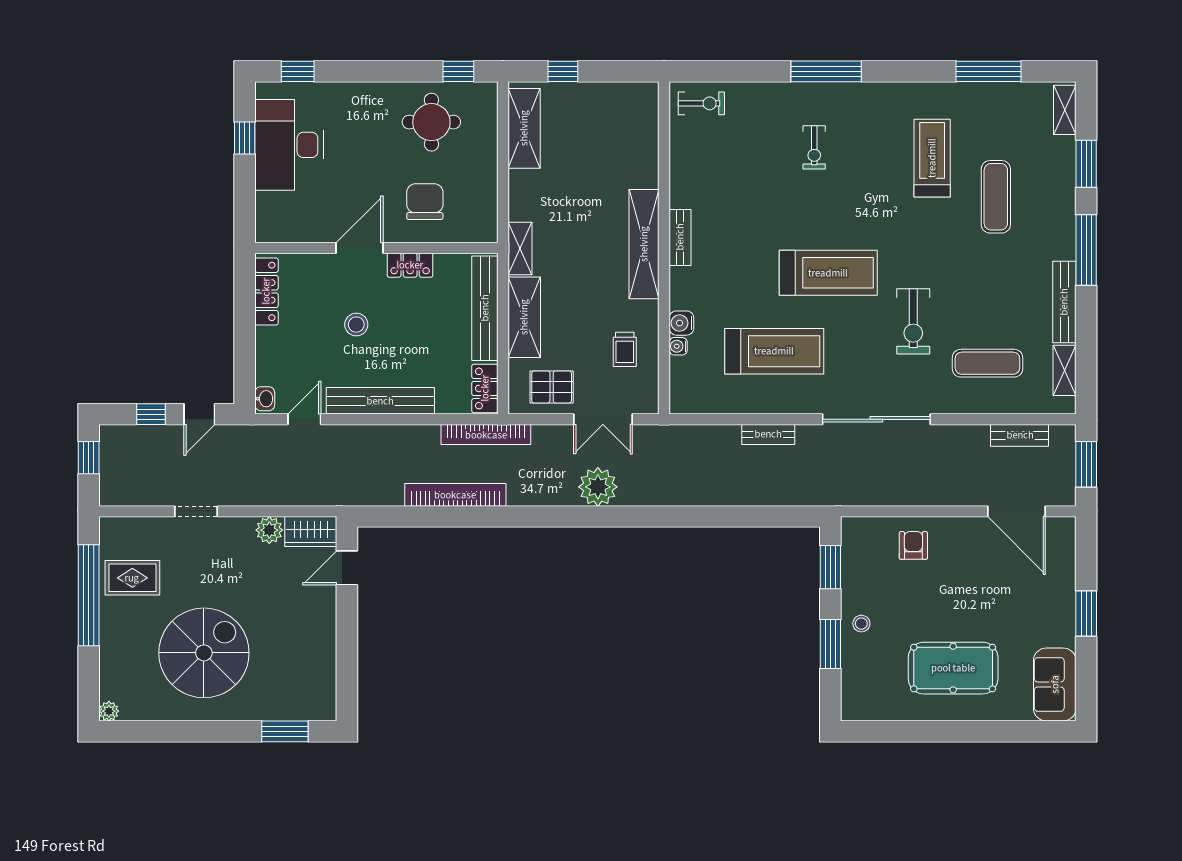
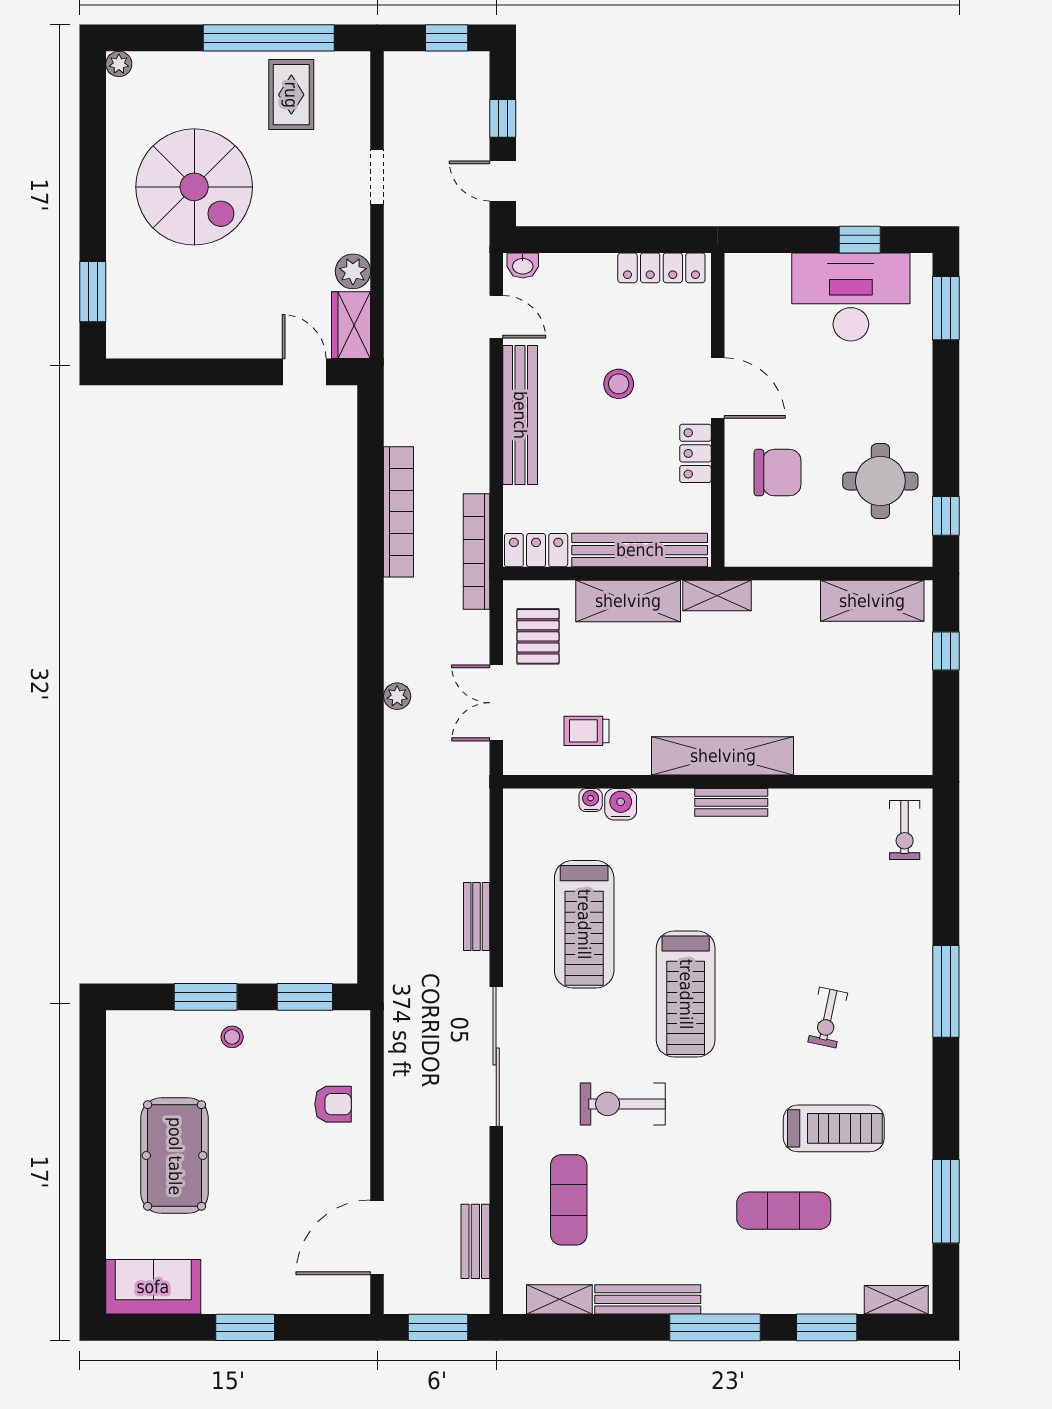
window: (298, 71) -> (946, 308), width x1.50
exercise bike: (814, 147) -> (828, 1018), moved, turned -78
plant: (598, 487) -> (397, 696), width x0.53, depth x0.53

